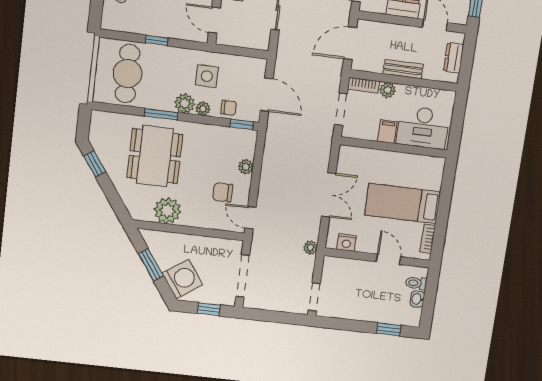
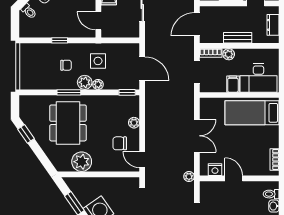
cafe table: (128, 73) -> (42, 66), removed
chair: (229, 108) -> (66, 65), moved
bed: (403, 203) -> (252, 113), moved
door: (389, 259) -> (234, 178), moved

